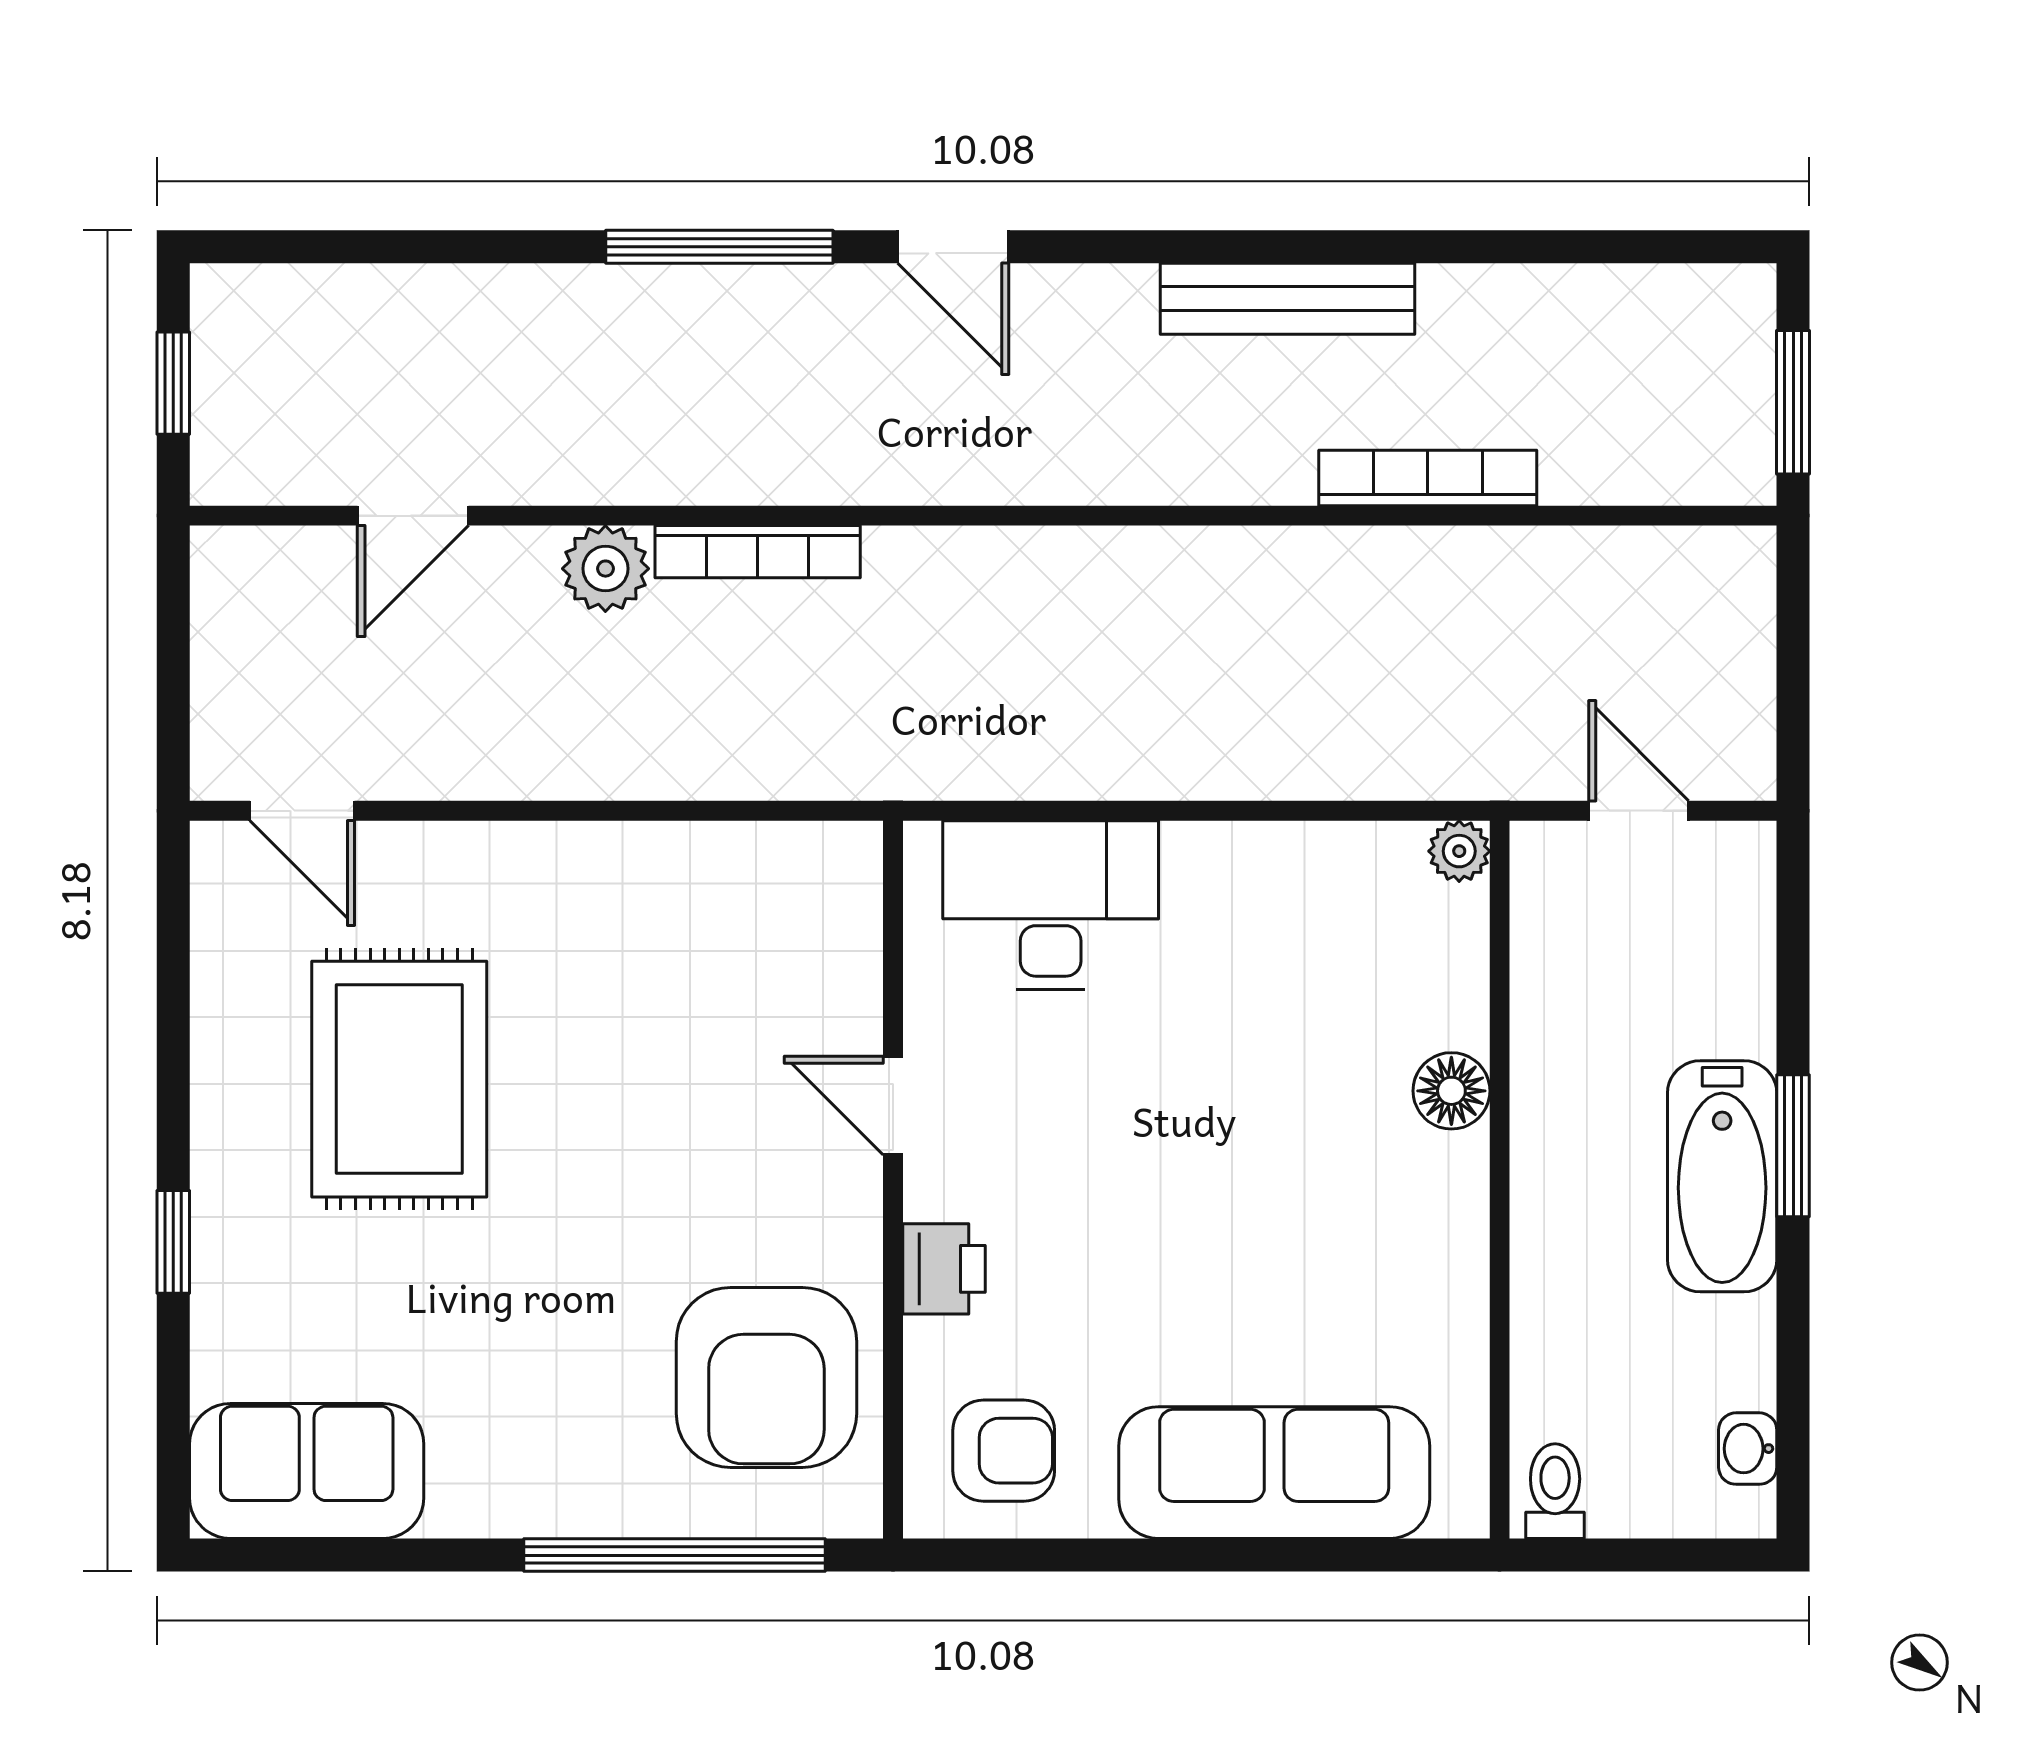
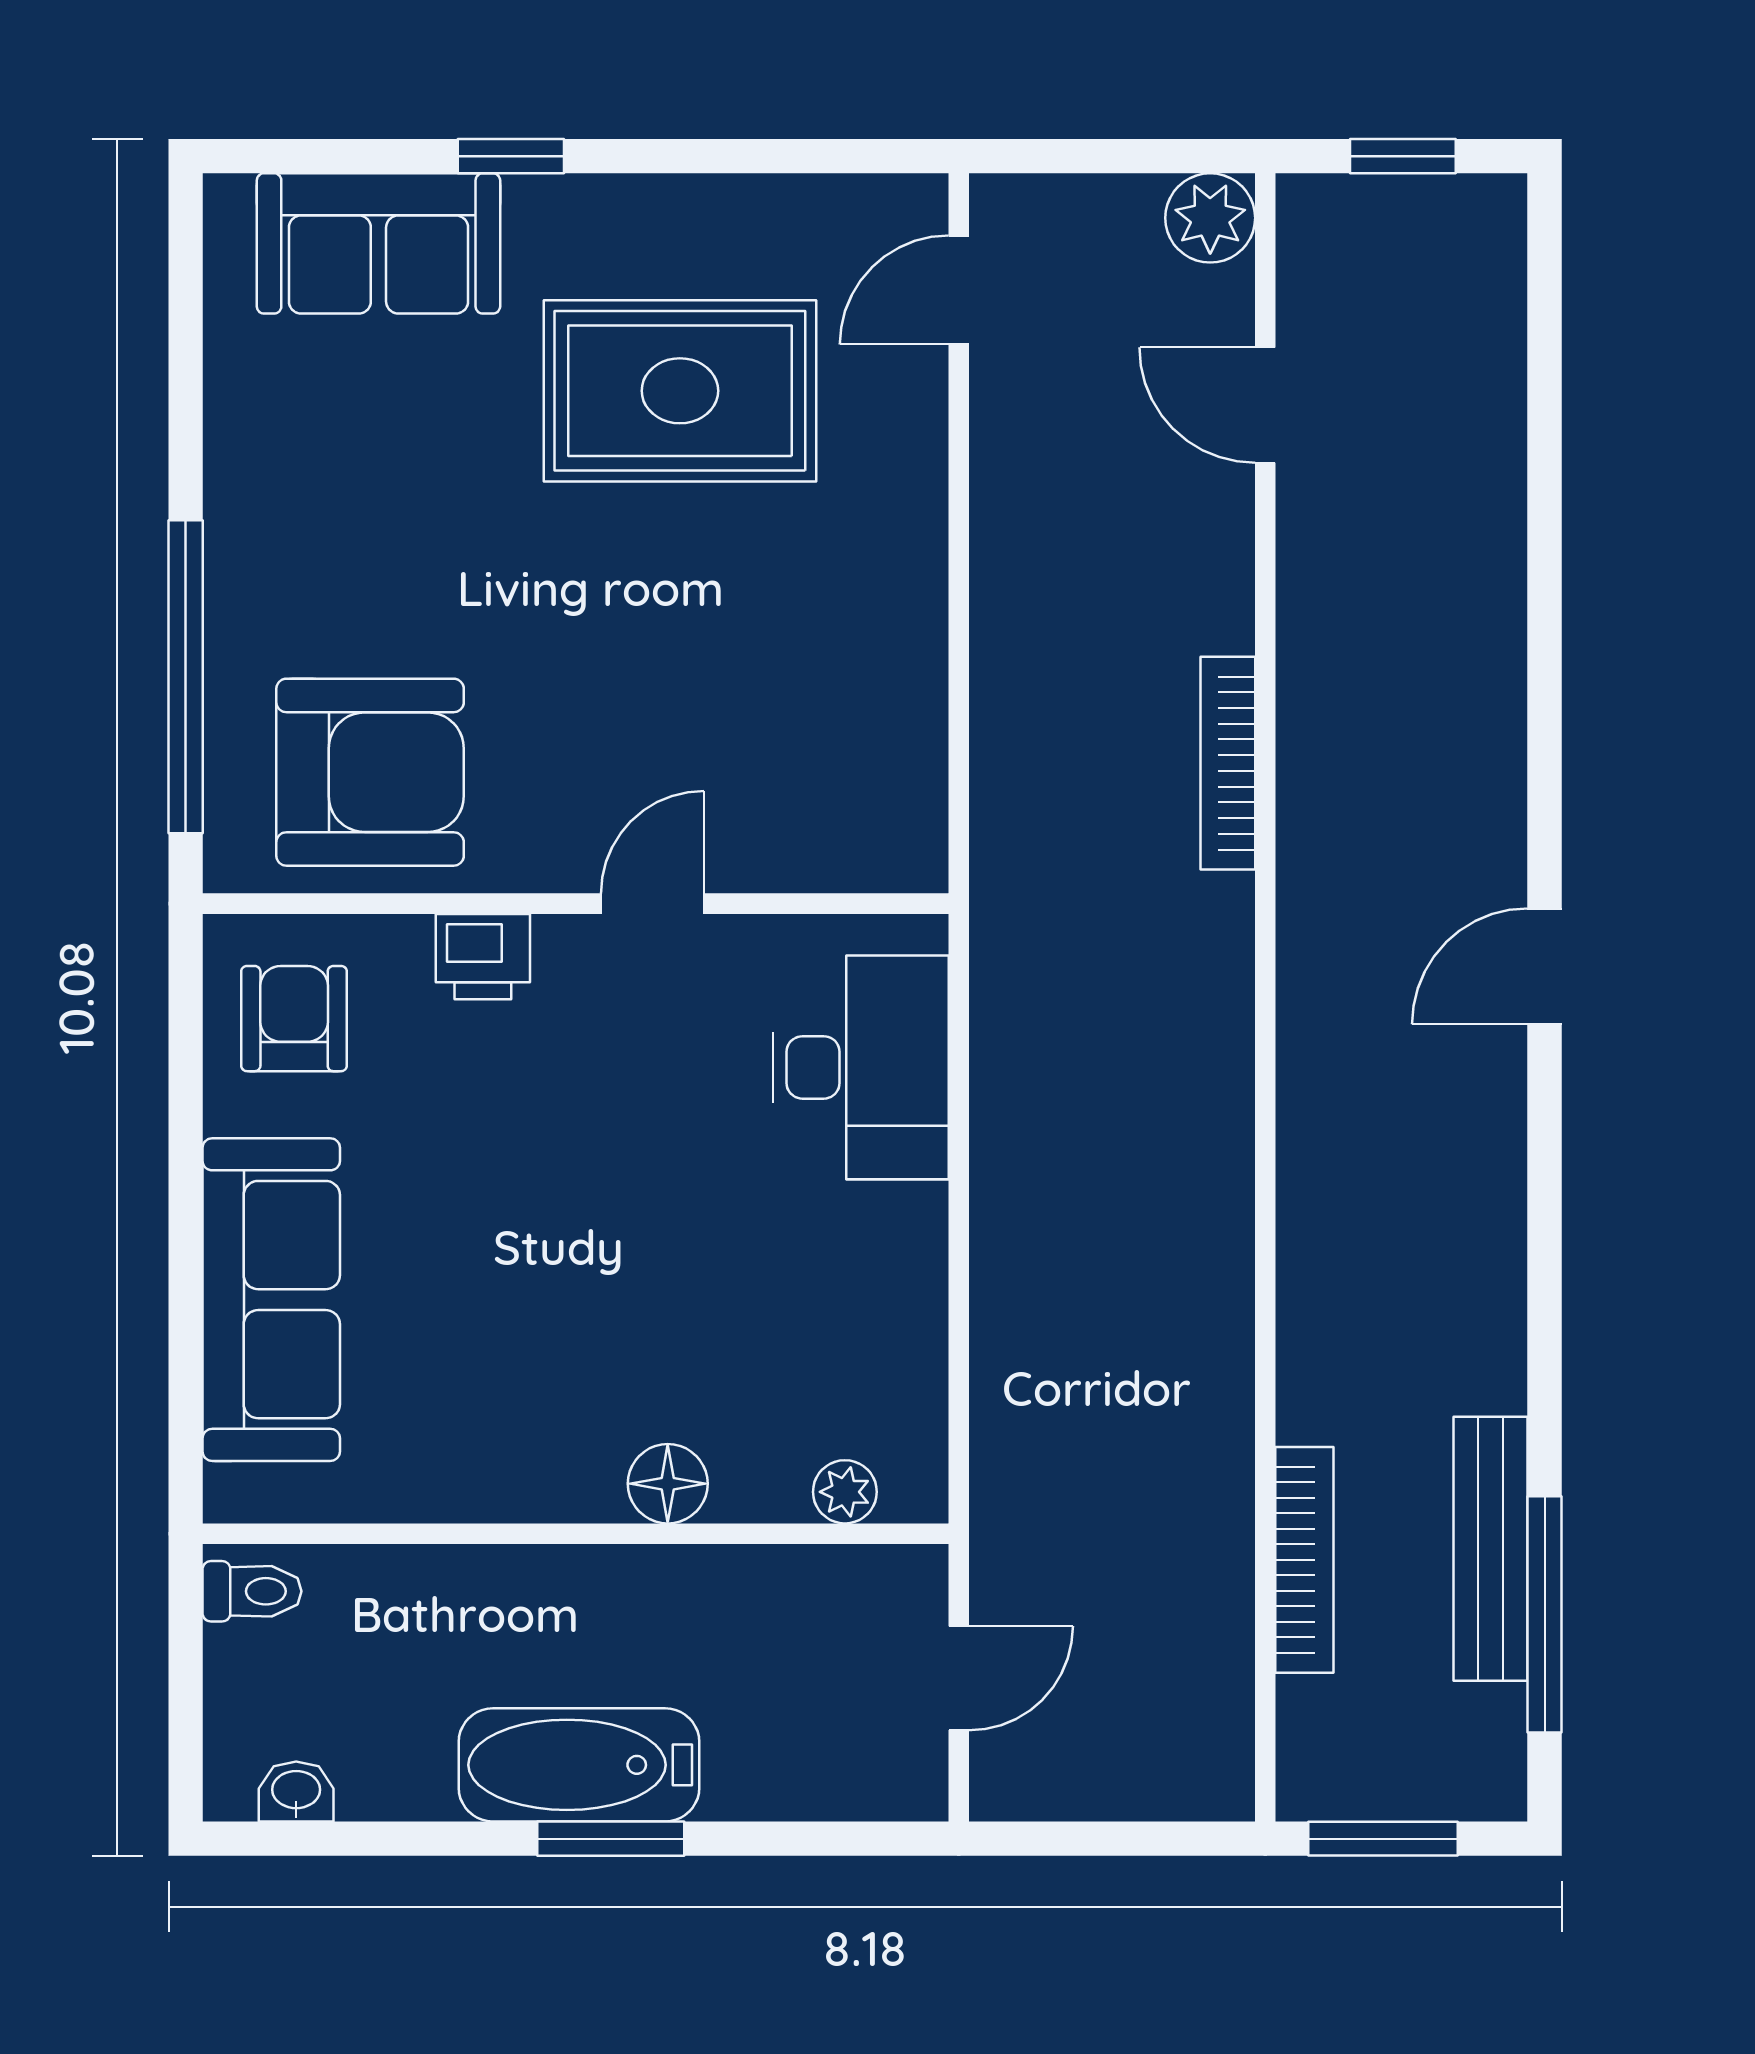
window: (719, 247) -> (1545, 1614), moved
bench: (1288, 299) -> (1491, 1549), moved
bookcase: (1428, 478) -> (1304, 1560), moved
plant: (605, 569) -> (1210, 218), moved
plant: (1459, 851) -> (845, 1492), moved
armchair: (766, 1377) -> (370, 772), turned 180
armchair: (1004, 1451) -> (294, 1019), turned 180
sofa: (307, 1471) -> (378, 243), moved, turned 90

